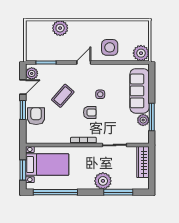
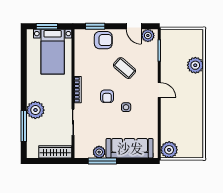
side table: (110, 47) -> (175, 117), removed
window: (23, 110) -> (95, 26), moved
window: (55, 192) -> (24, 60), removed

